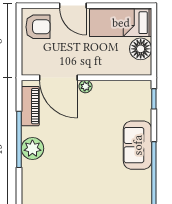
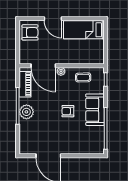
floor lamp: (141, 49) -> (97, 47), removed
coffee table: (119, 96) -> (83, 77), added
armchair: (96, 147) -> (68, 111), added

